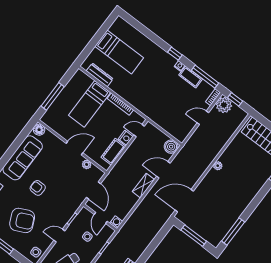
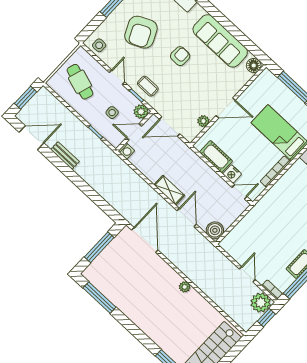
door: (139, 131) -> (240, 192), hinge flipped
door: (75, 148) -> (226, 108), hinge flipped
coffee table: (64, 211) -> (148, 86), added
plant: (84, 214) -> (141, 112), added

